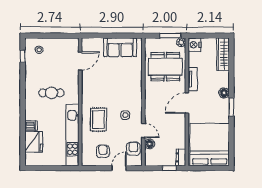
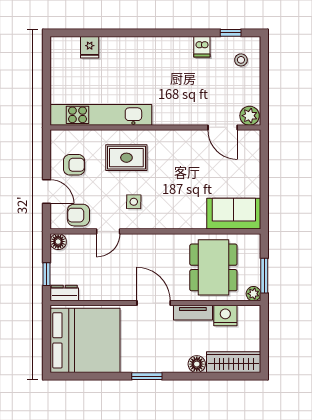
plant: (73, 45) -> (250, 116), added
nightstand: (195, 45) -> (225, 316), moved
sofa: (120, 47) -> (234, 214), moved, turned 90
cafe table: (51, 93) -> (170, 80), removed
floor lamp: (224, 93) -> (197, 364), moved
dishwasher: (31, 126) -> (202, 47), moved
fridge: (34, 142) -> (90, 47), width x0.53, depth x0.75
floor lamp: (150, 144) -> (58, 242), moved
armchair: (133, 149) -> (78, 215), turned 180

